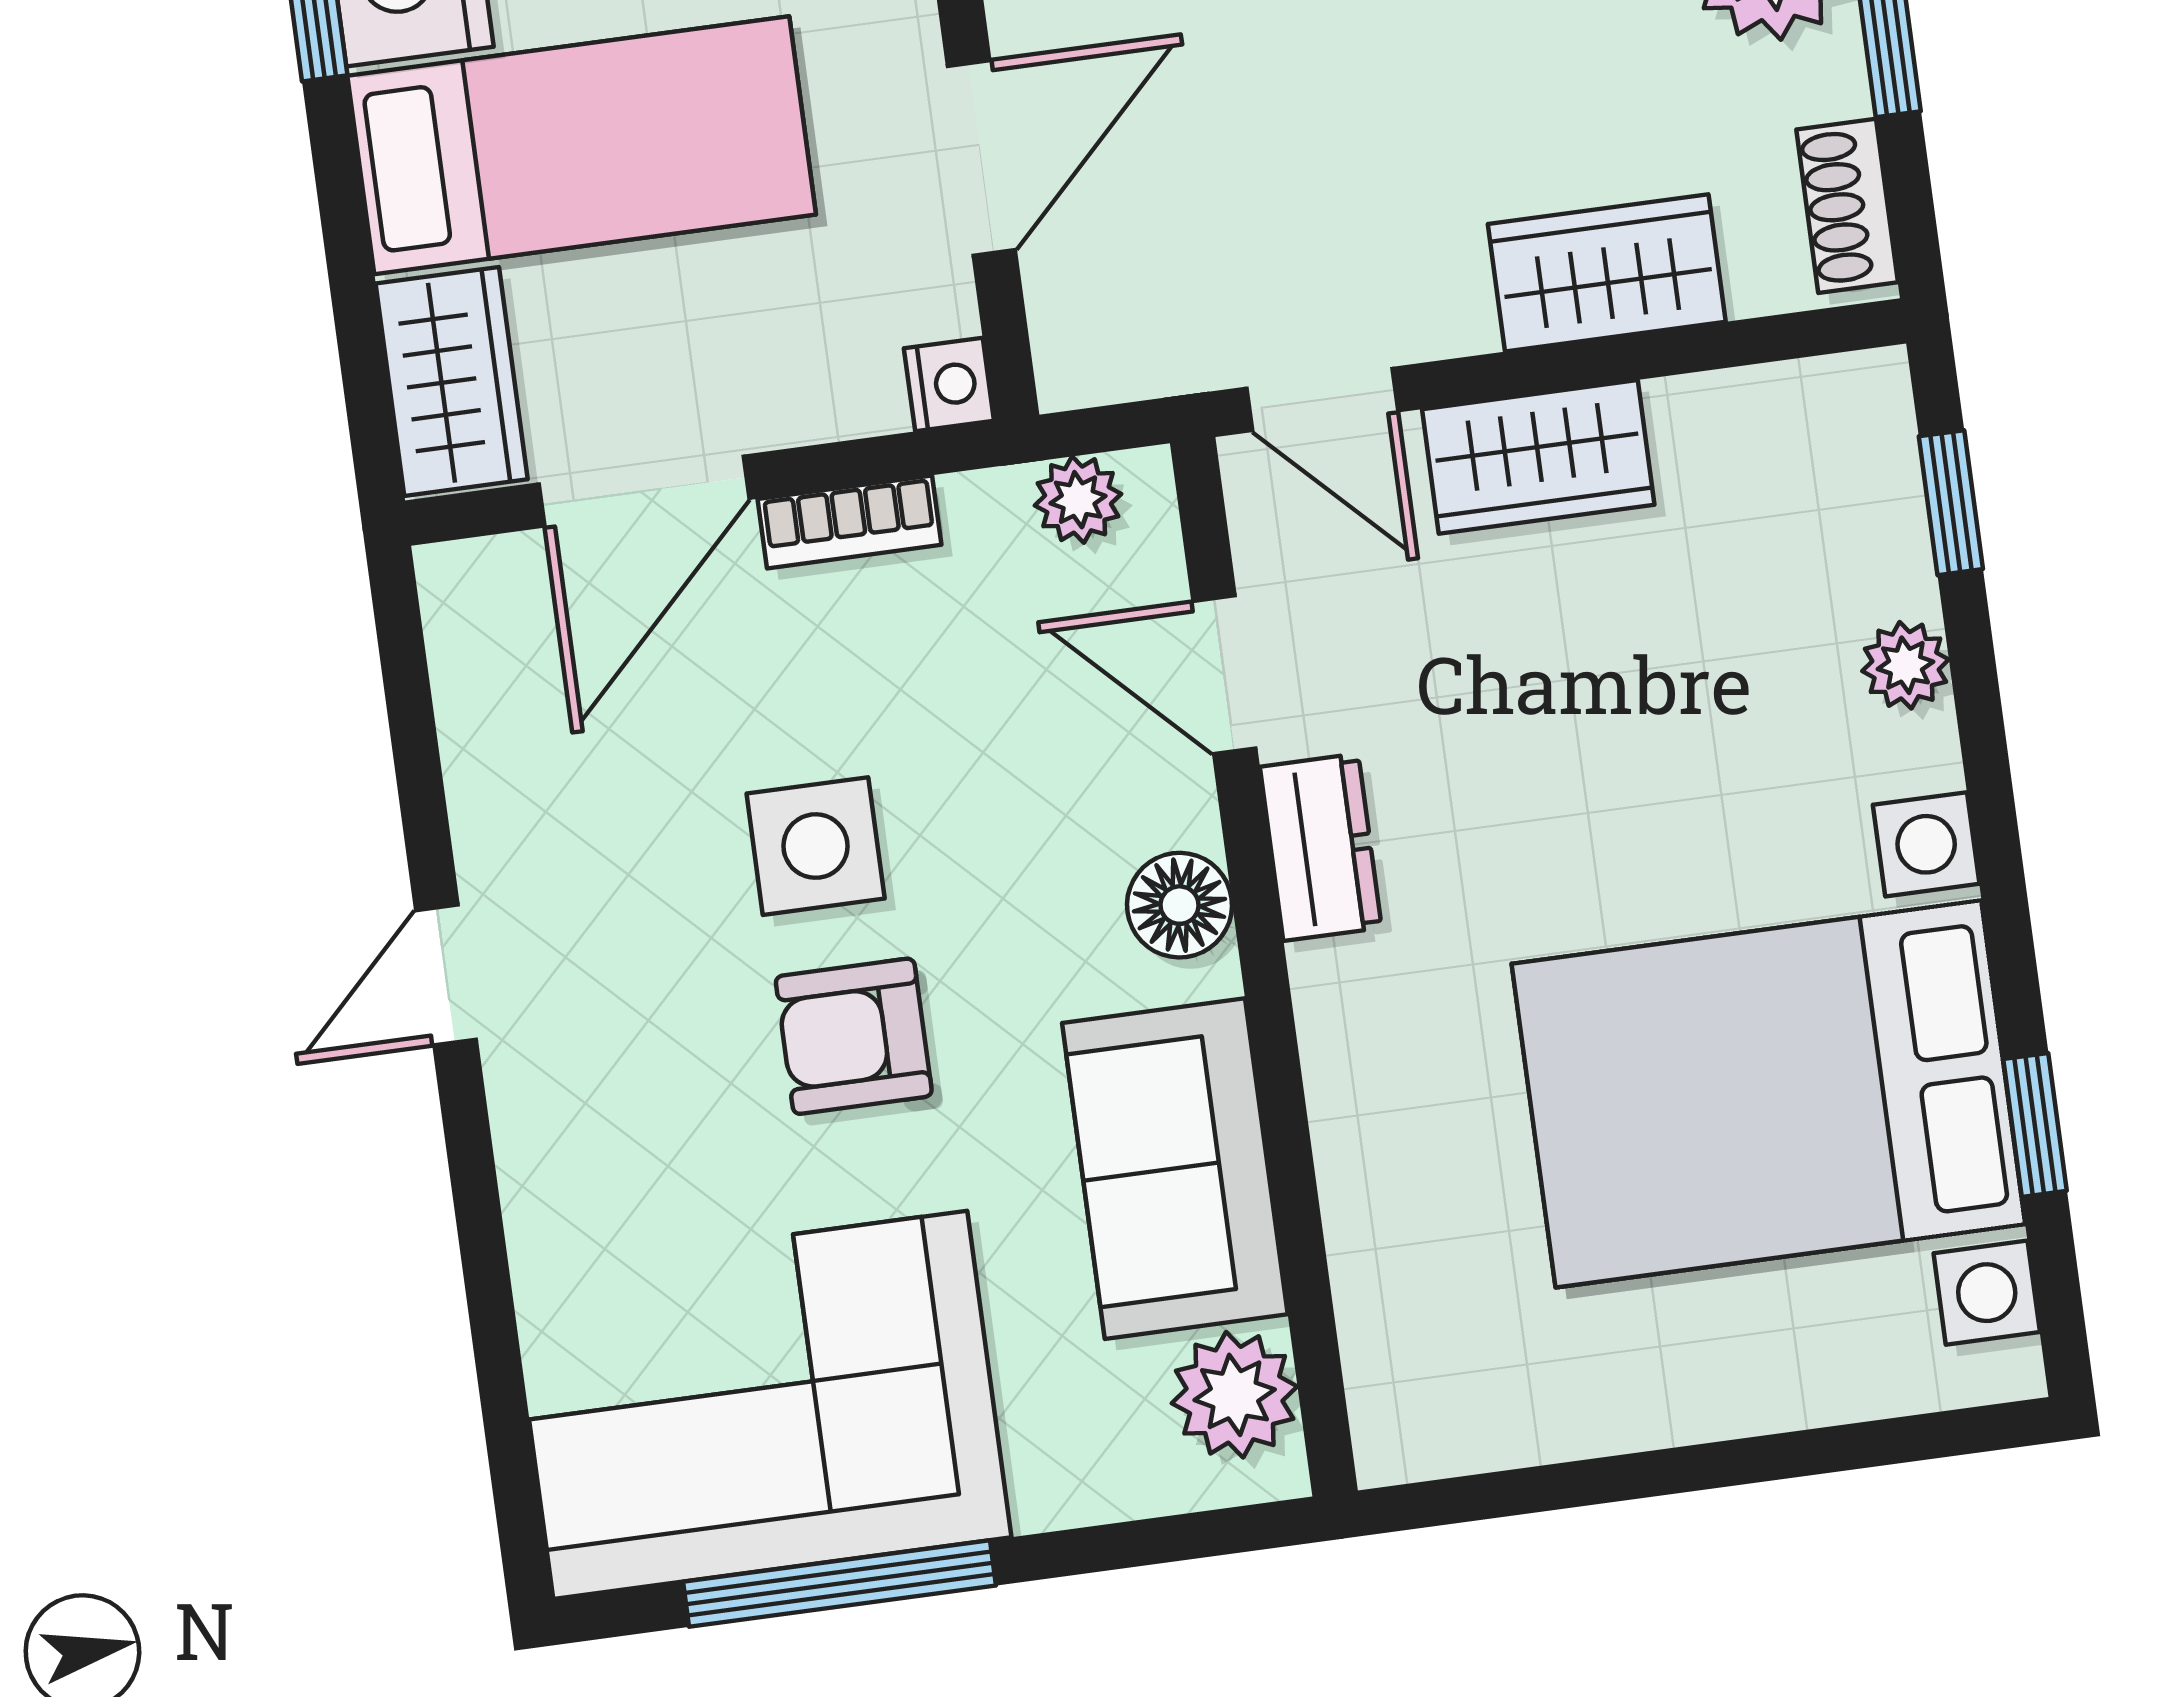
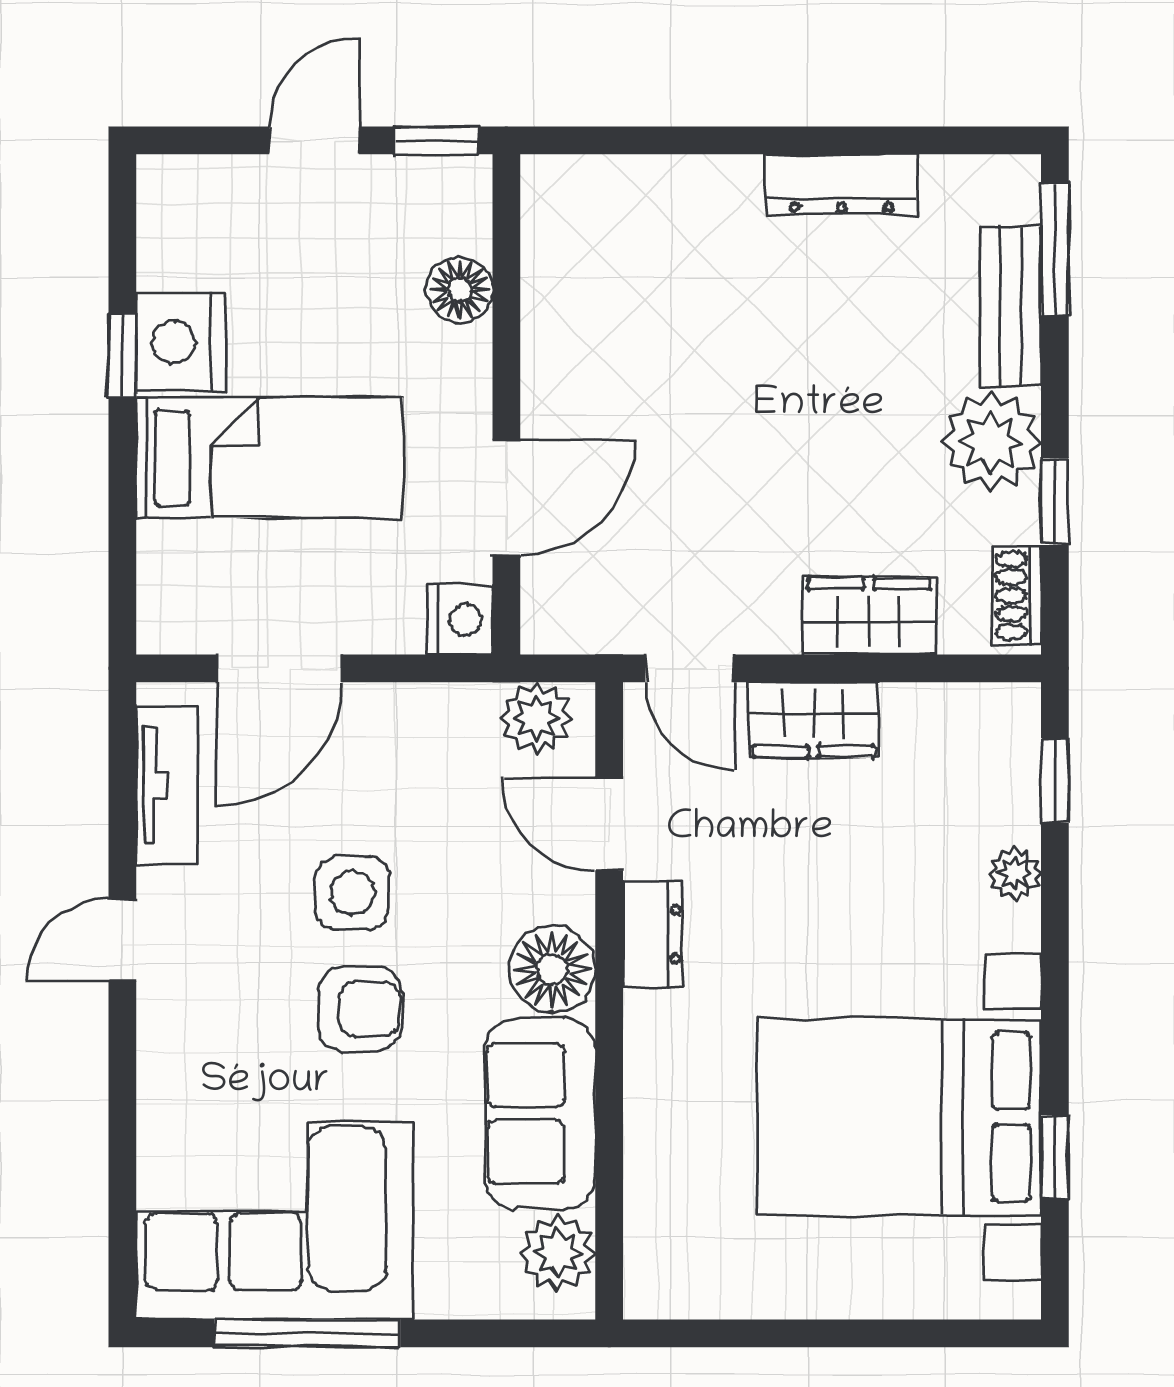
wardrobe: (452, 381) -> (173, 588), removed
nightstand: (949, 384) -> (460, 620), width x1.39, depth x1.35
plant: (1078, 500) -> (536, 718), width x1.38, depth x1.38
bookcase: (849, 522) -> (399, 703), removed
tv unit: (485, 709) -> (167, 785), added
floor lamp: (1180, 905) -> (552, 969), width x1.38, depth x1.38
armchair: (854, 1036) -> (360, 1009), turned 180

